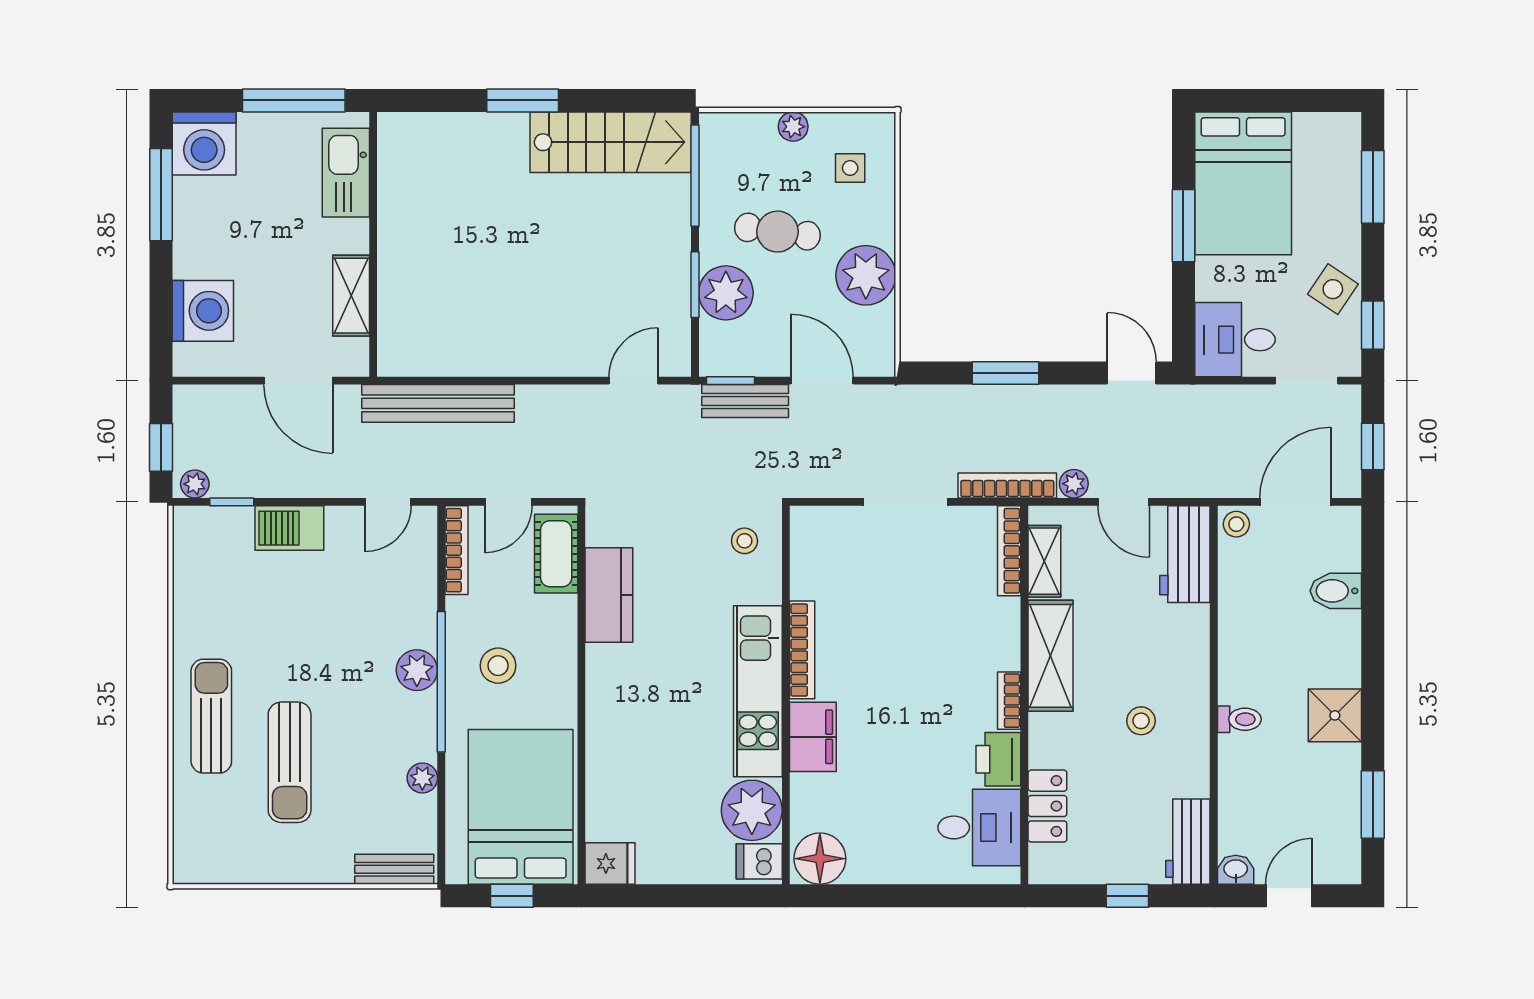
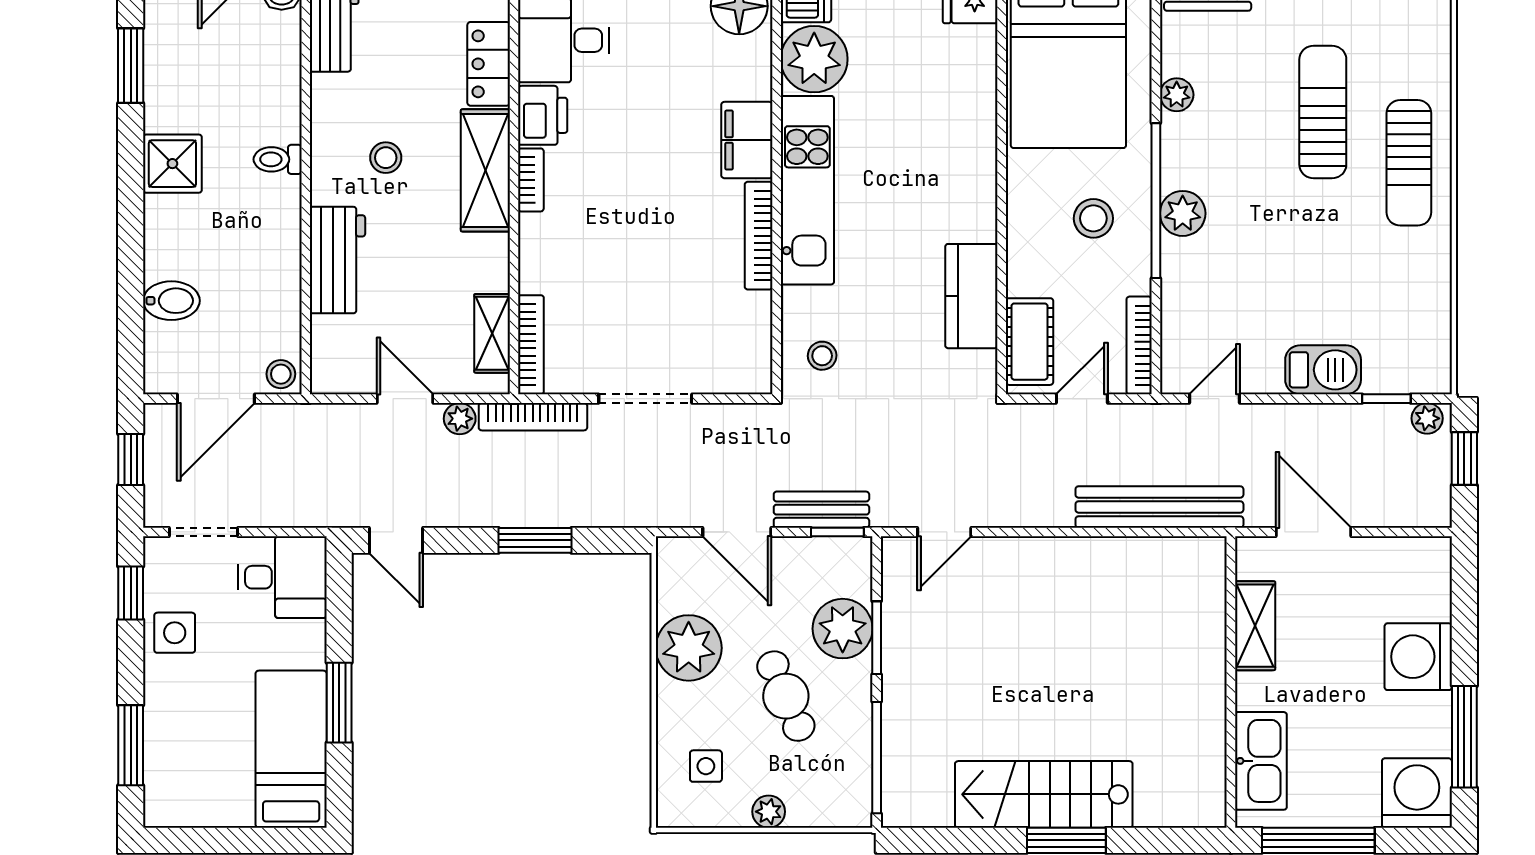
stairs: (611, 142) -> (1044, 794), moved
bed: (1243, 183) -> (291, 749), width x0.67
cafe table: (777, 232) -> (786, 696), turned 59
side table: (1333, 289) -> (175, 633), turned -34
washing machine: (203, 311) -> (1418, 657), moved
workbench: (1185, 554) -> (337, 260), moved
shelving: (1050, 656) -> (485, 170), moved

